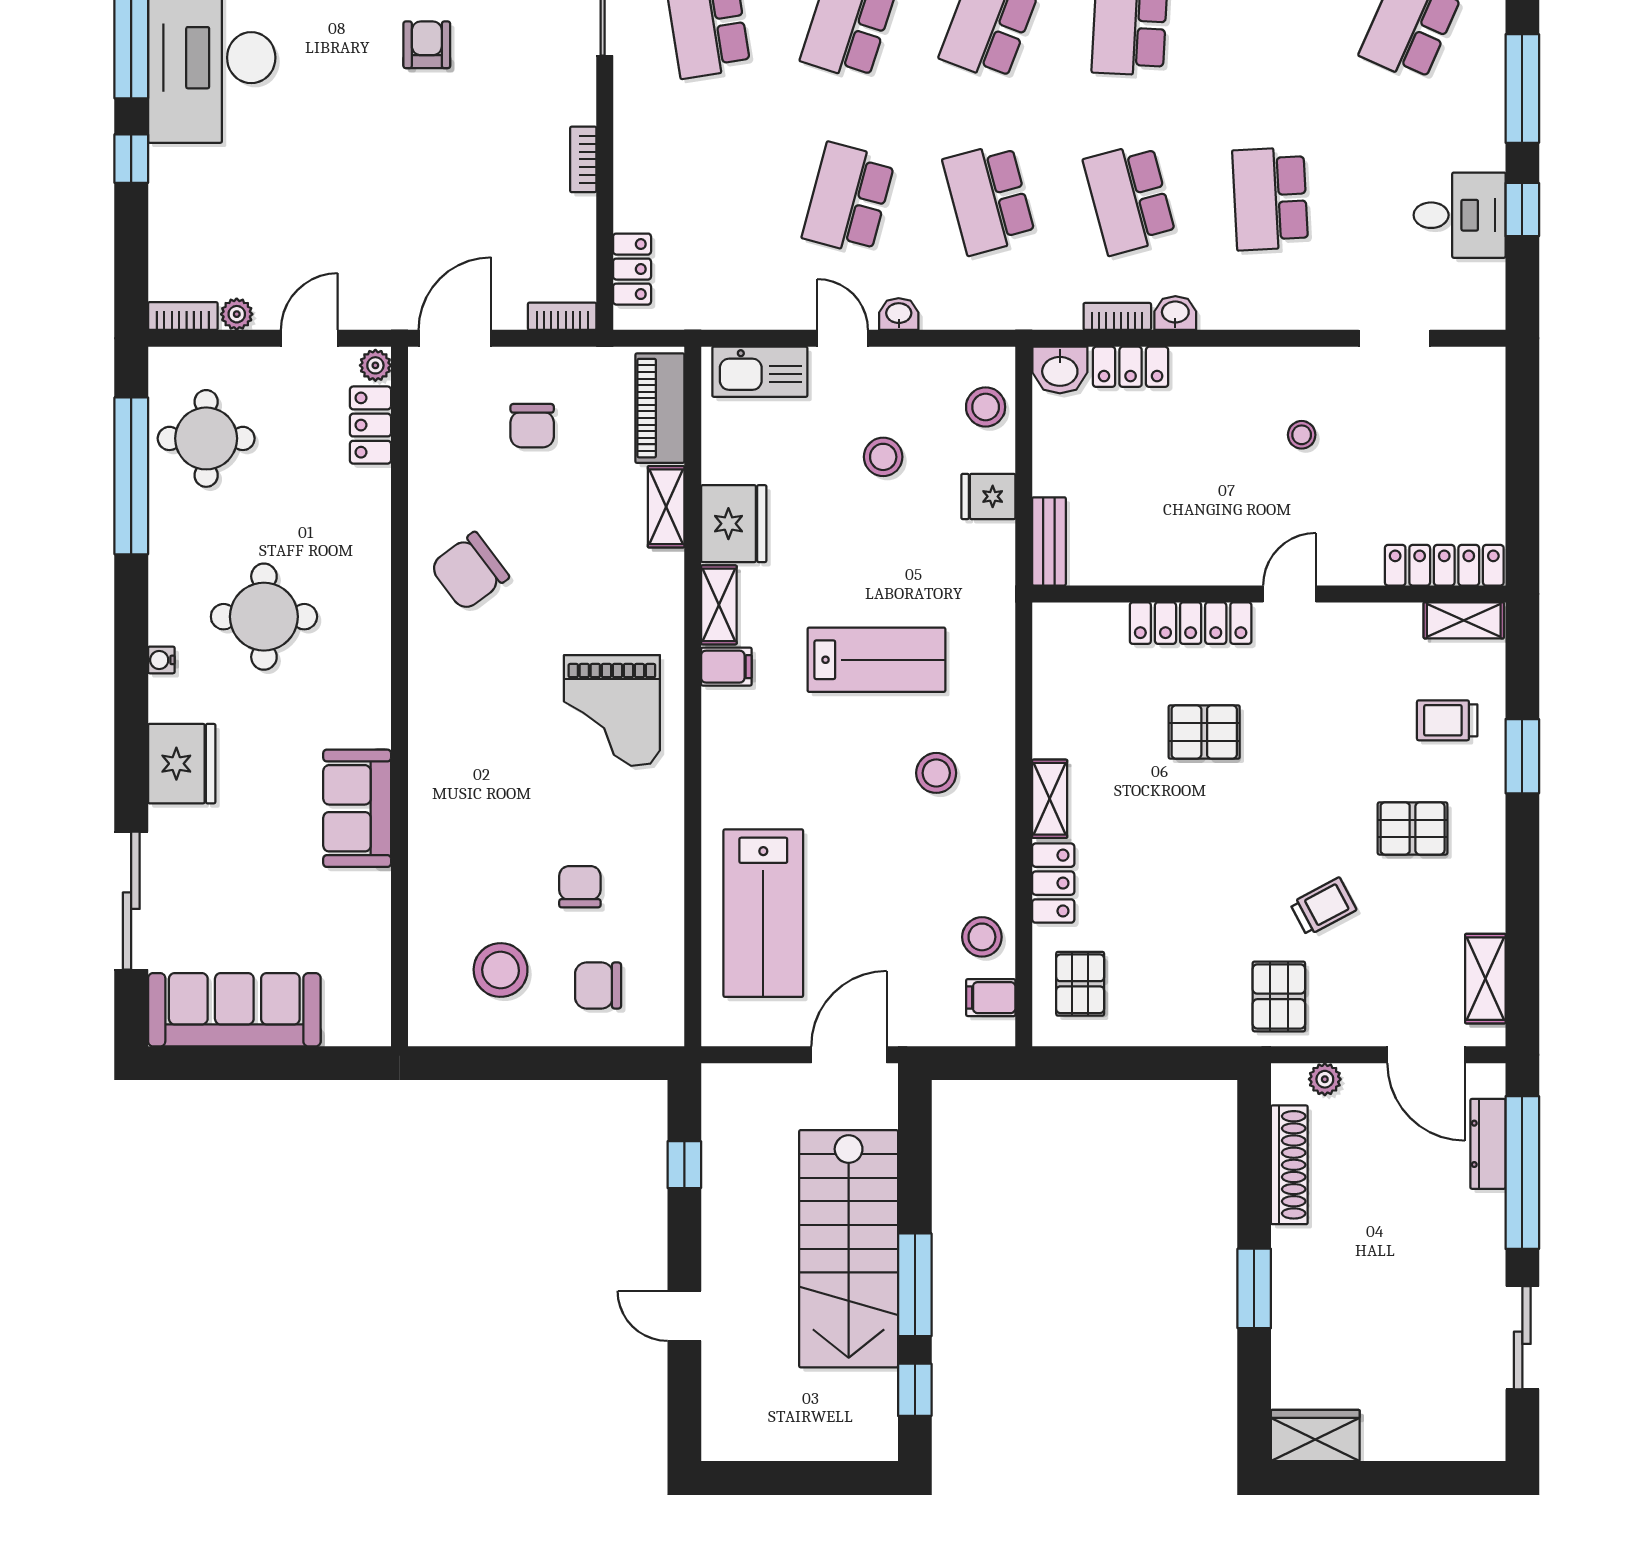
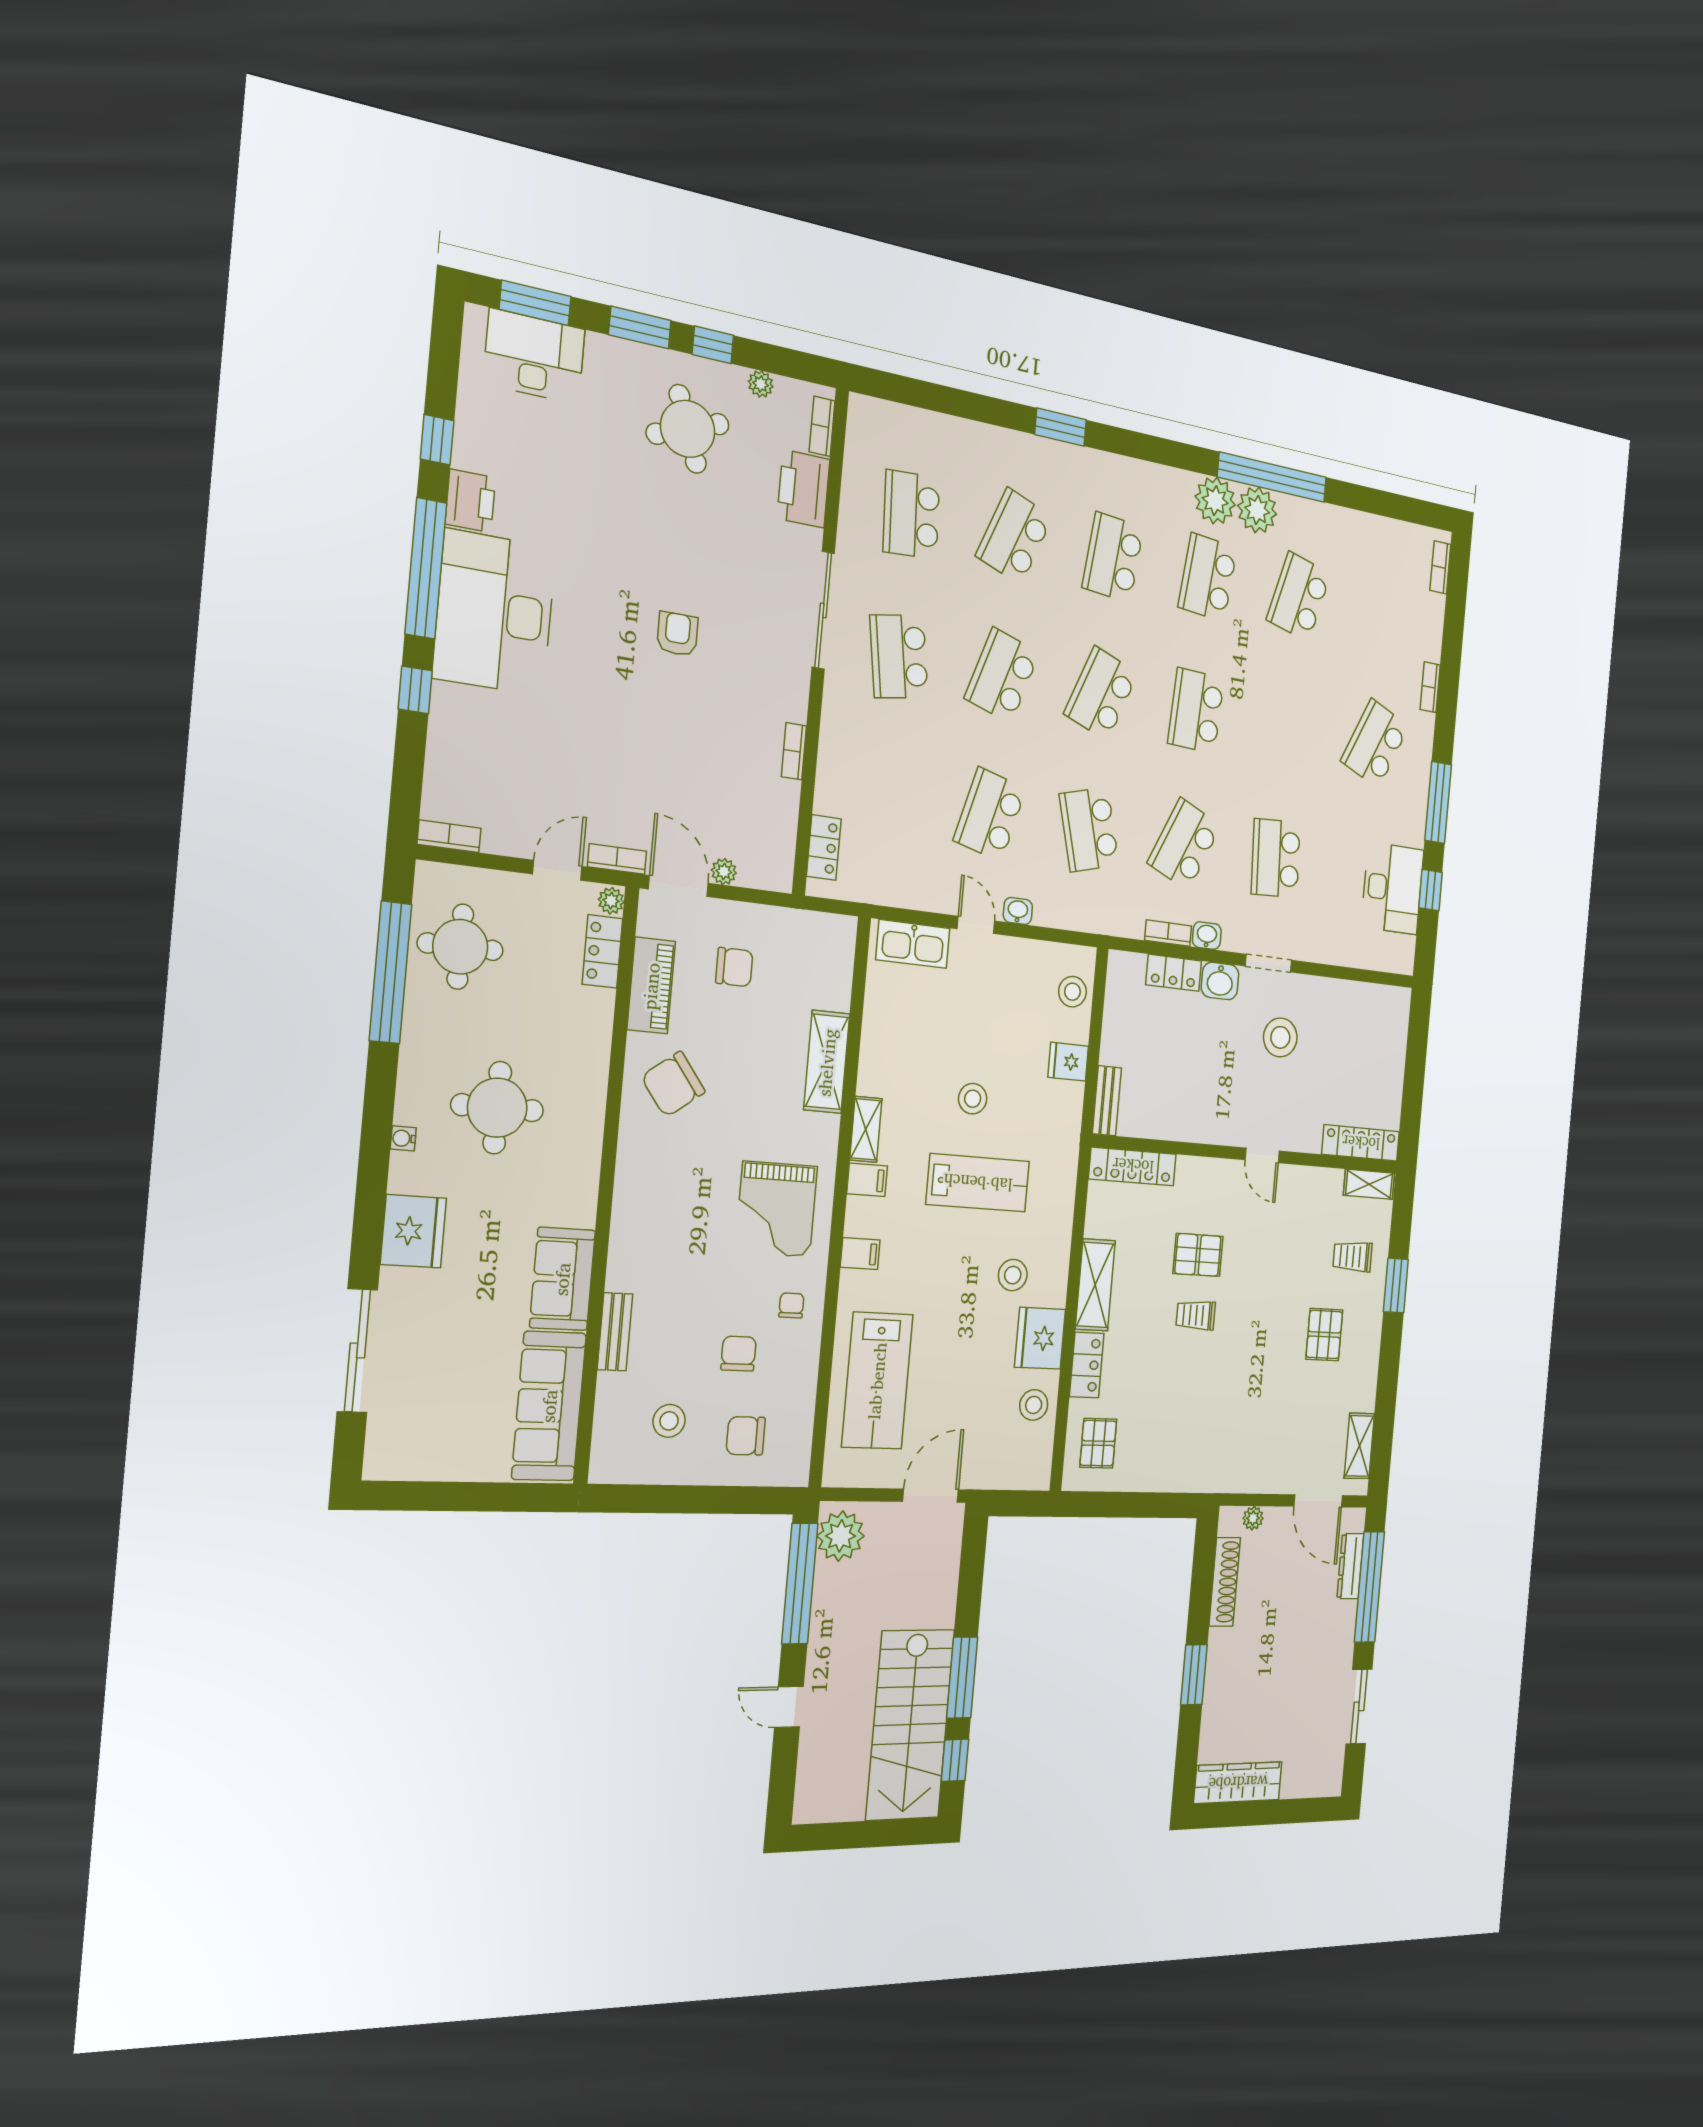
school desk: (1130, 199) -> (1184, 844), turned 39
desk: (1460, 215) -> (1392, 888), width x1.37
plant: (237, 314) -> (724, 872), moved
bookcase: (562, 316) -> (617, 859), moved
door: (455, 338) -> (678, 886), hinge flipped
doorway: (1394, 338) -> (1269, 963), moved
washbasin: (1060, 370) -> (1220, 981), moved
piano: (660, 408) -> (651, 986), moved, turned 180
chair: (532, 426) -> (734, 967), turned -90
stool: (1302, 435) -> (1280, 1037), width x1.89, depth x1.89
stool: (883, 457) -> (973, 1099), moved
shelving: (666, 507) -> (827, 1062), width x1.50, depth x1.33
fridge: (734, 524) -> (1040, 1338), moved, turned 180
door: (1289, 594) -> (1262, 1155), swing flipped
locker: (1191, 623) -> (1133, 1166), moved
shelving: (1050, 799) -> (1095, 1285), width x1.50, depth x1.33
chair: (642, 826) -> (791, 1305), added
pallet: (1413, 828) -> (1324, 1334), turned 90
bench: (425, 867) -> (615, 1332), added
trolley: (1323, 907) -> (1196, 1315), moved, turned -152
stool: (501, 970) -> (669, 1421), width x0.73, depth x0.73
pallet: (1279, 996) -> (1229, 1456), removed
filing cabinet: (991, 998) -> (860, 1254), moved, turned 180
sofa: (234, 1010) -> (549, 1406), moved, turned -90
plant: (732, 1106) -> (841, 1536), added
window: (684, 1165) -> (800, 1584), width x3.17
stairs: (849, 1249) -> (910, 1725), moved
wardrobe: (1315, 1435) -> (1238, 1783), width x1.50

